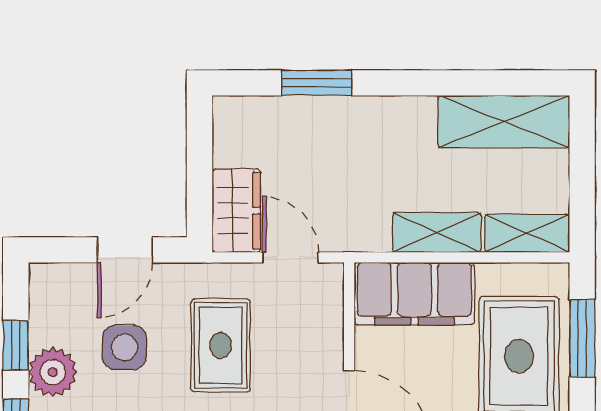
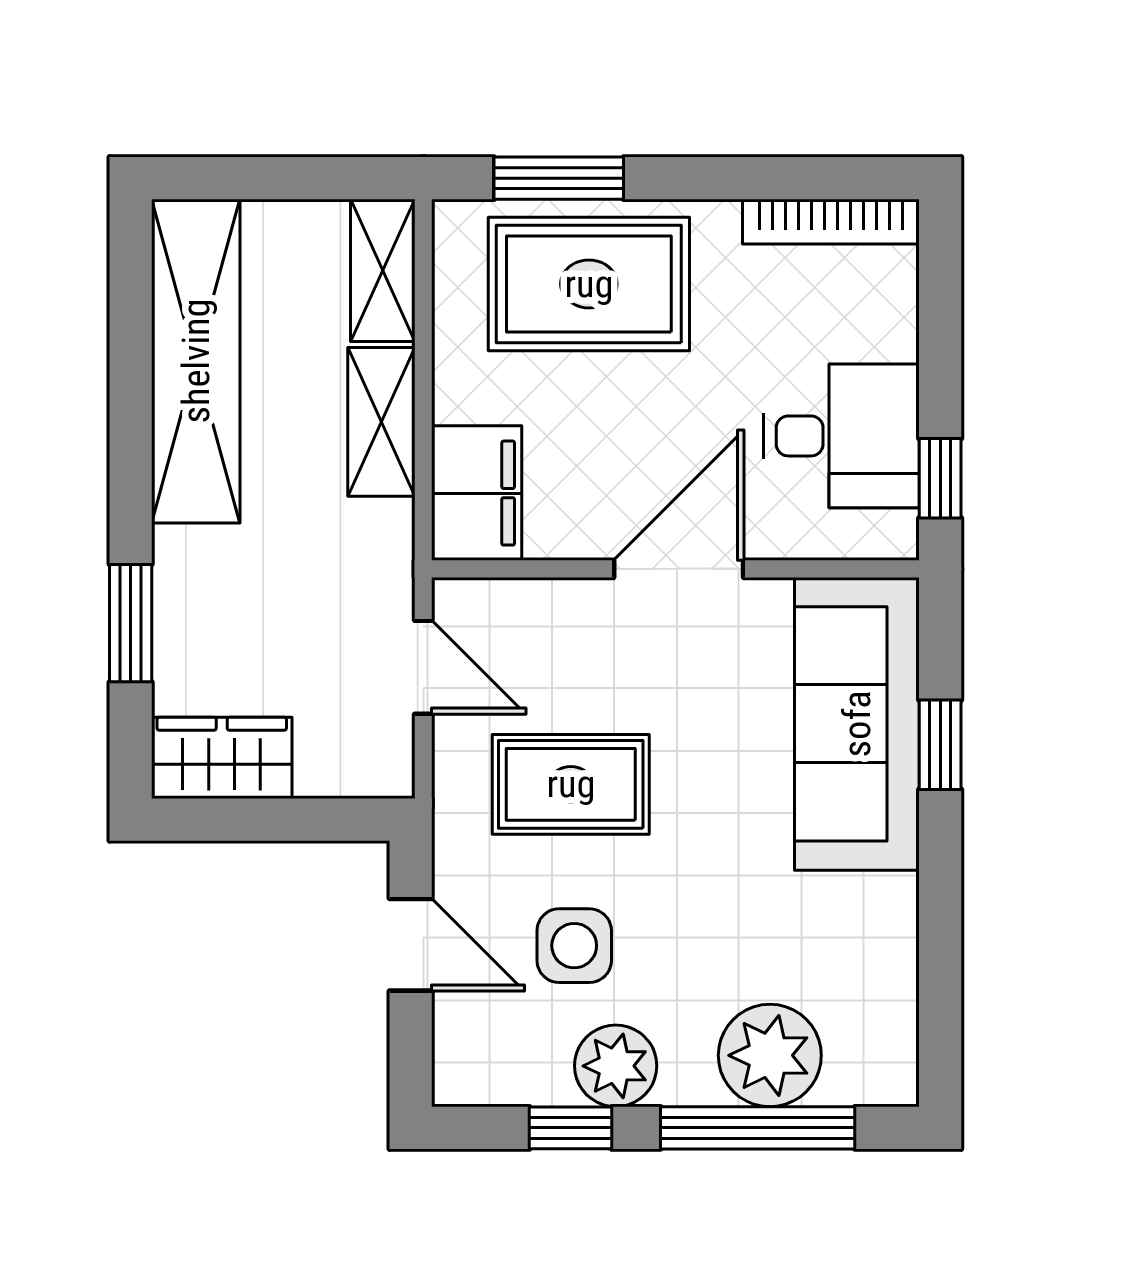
shelving: (504, 122) -> (196, 361), width x1.47
wardrobe: (236, 211) -> (222, 758), moved
door: (290, 257) -> (423, 667), swing flipped
filing cabinet: (414, 294) -> (477, 493), width x0.67, depth x0.86

